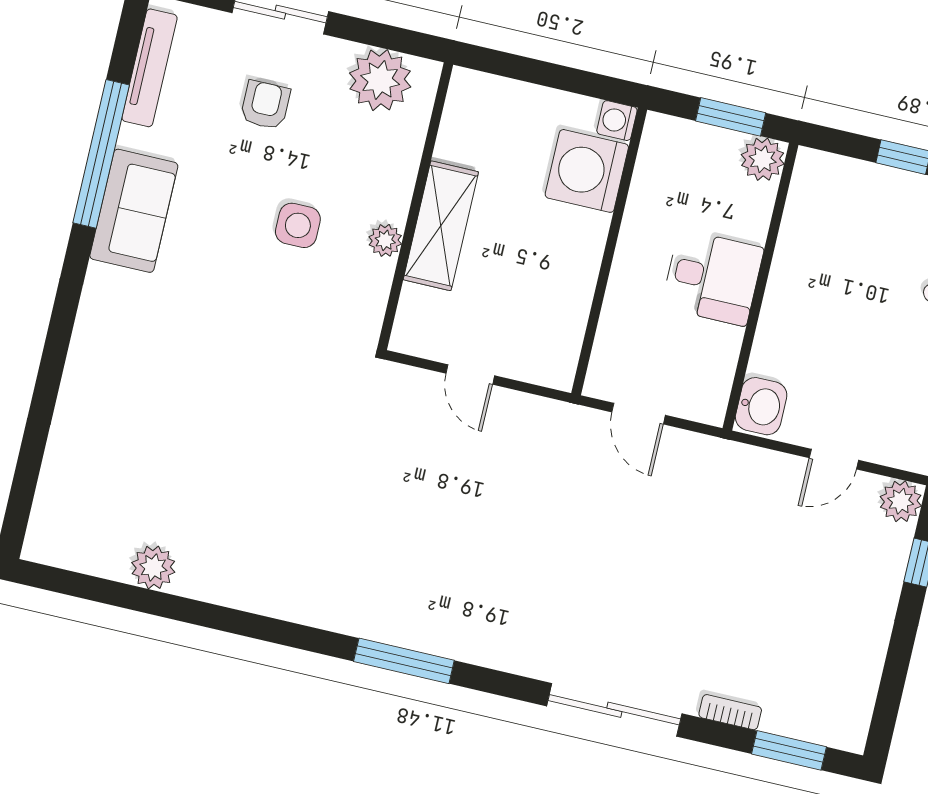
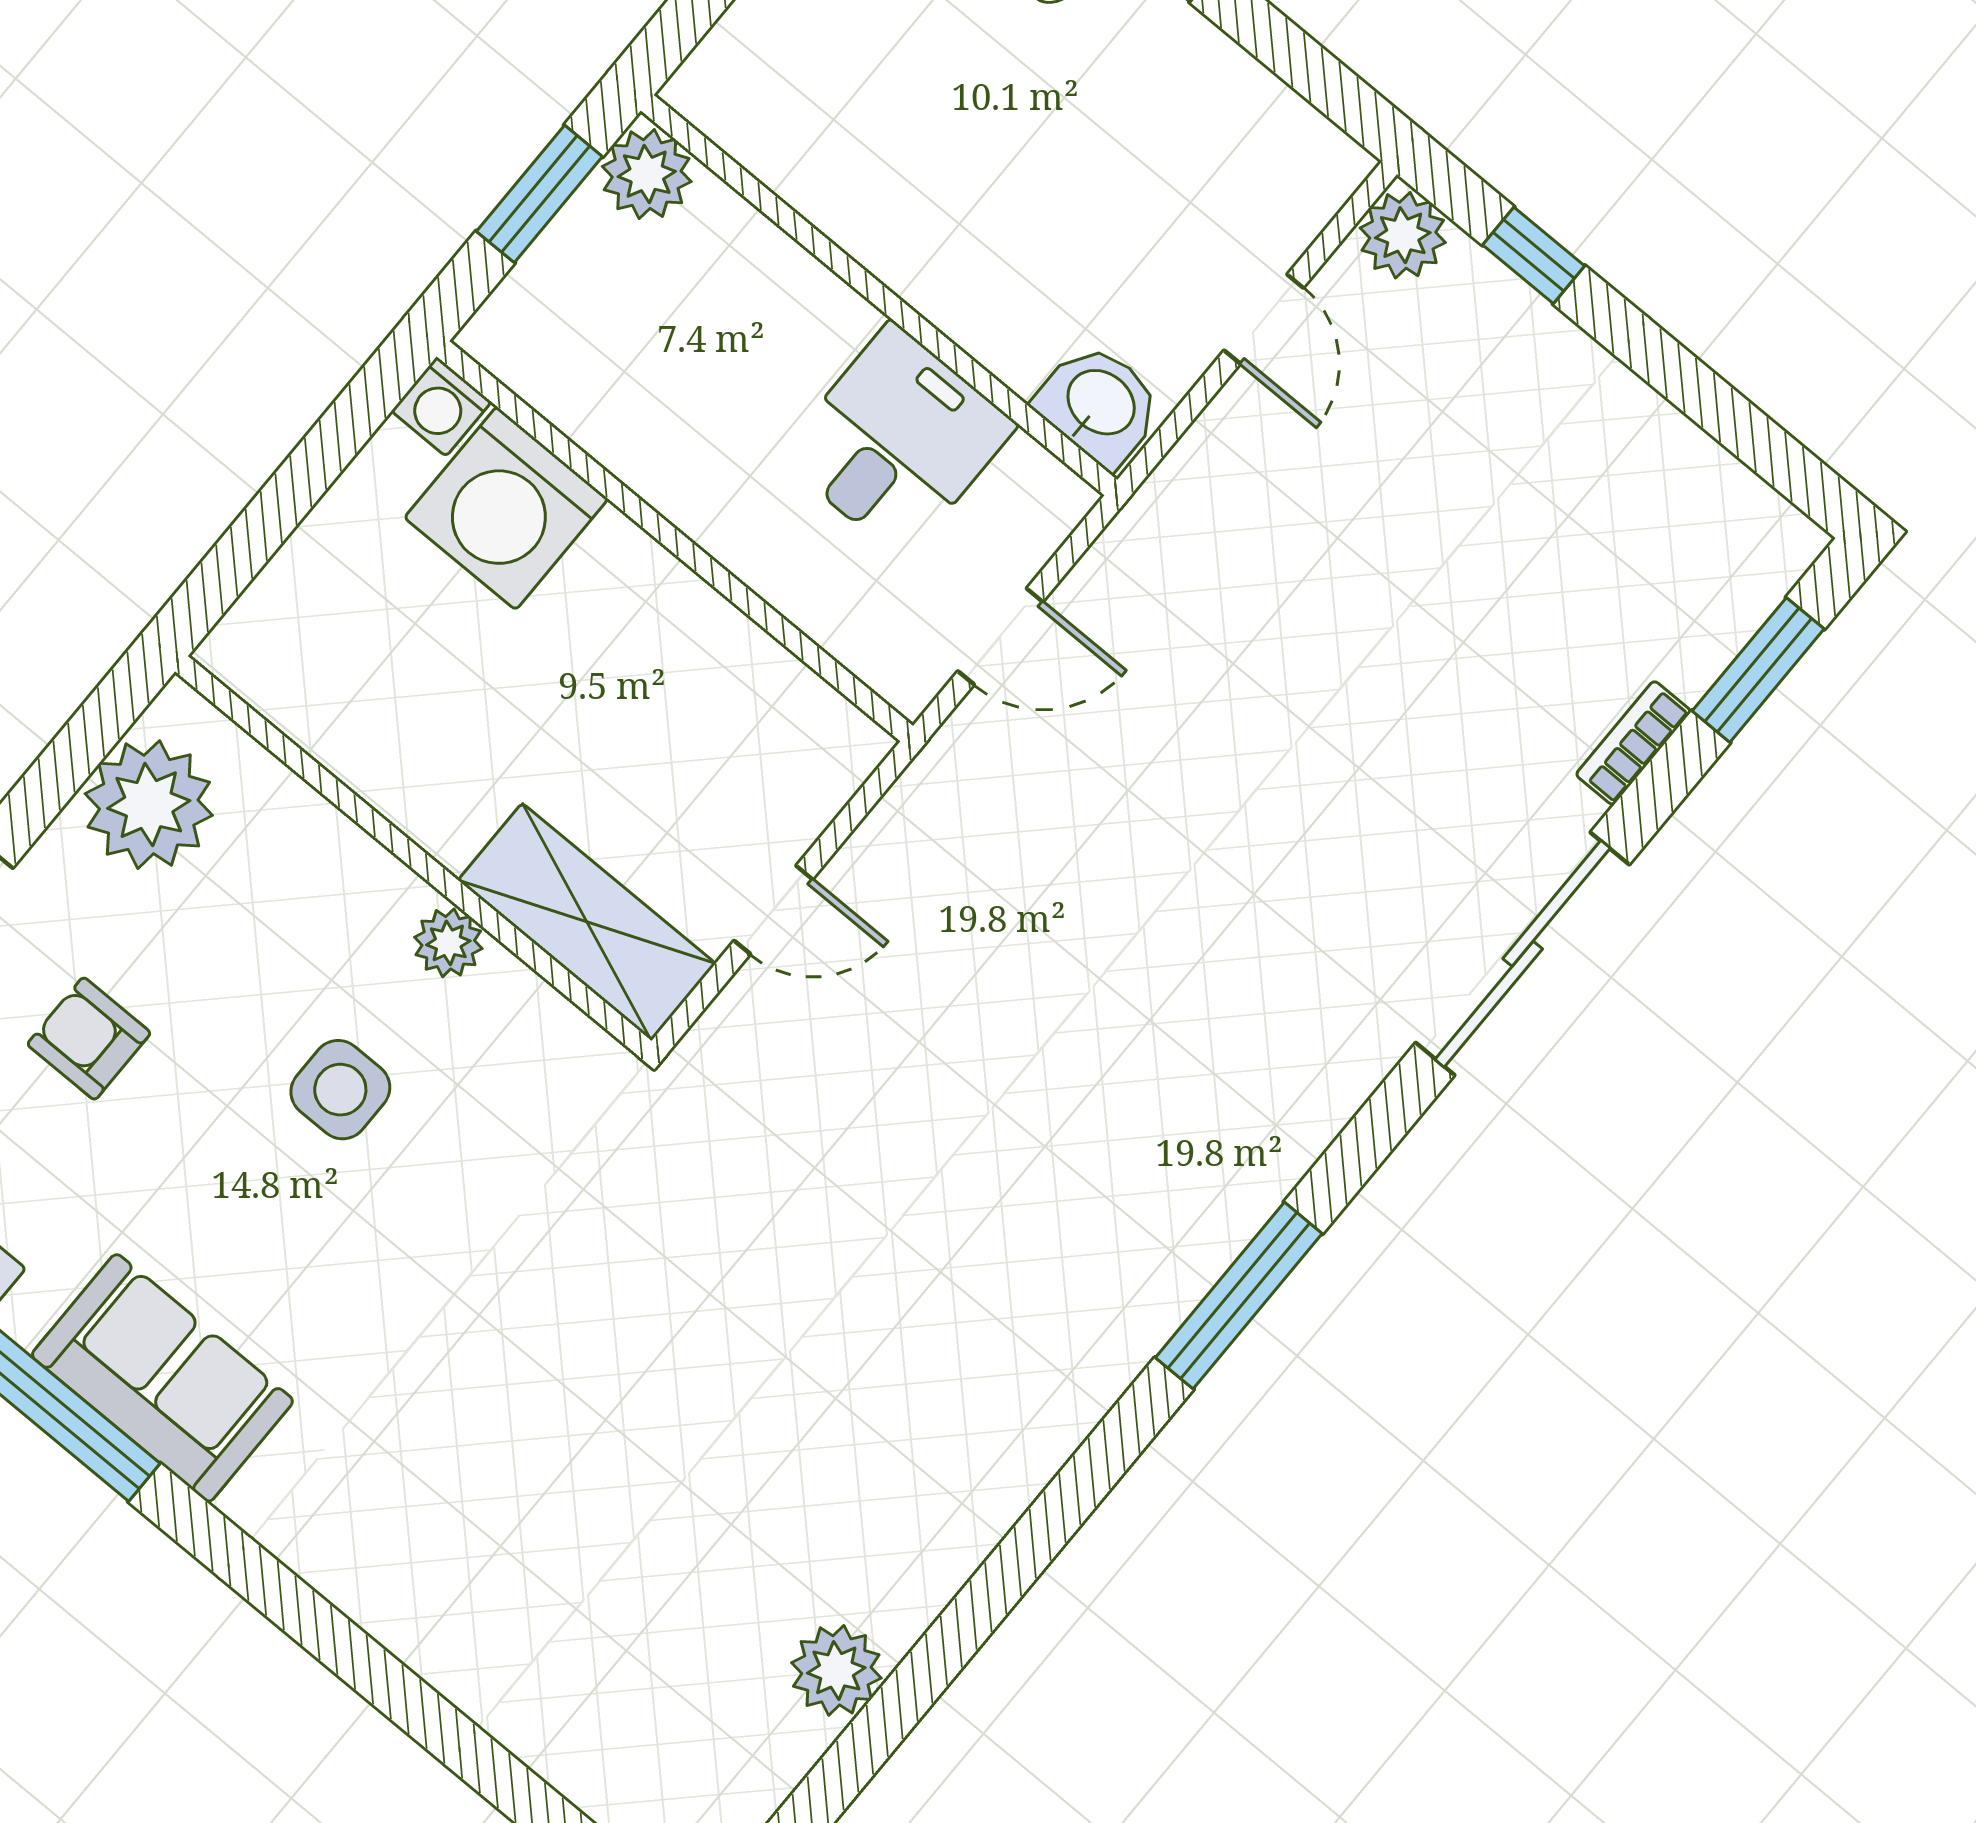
shelving: (441, 226) -> (587, 922), moved
desk: (713, 278) -> (897, 441), moved

